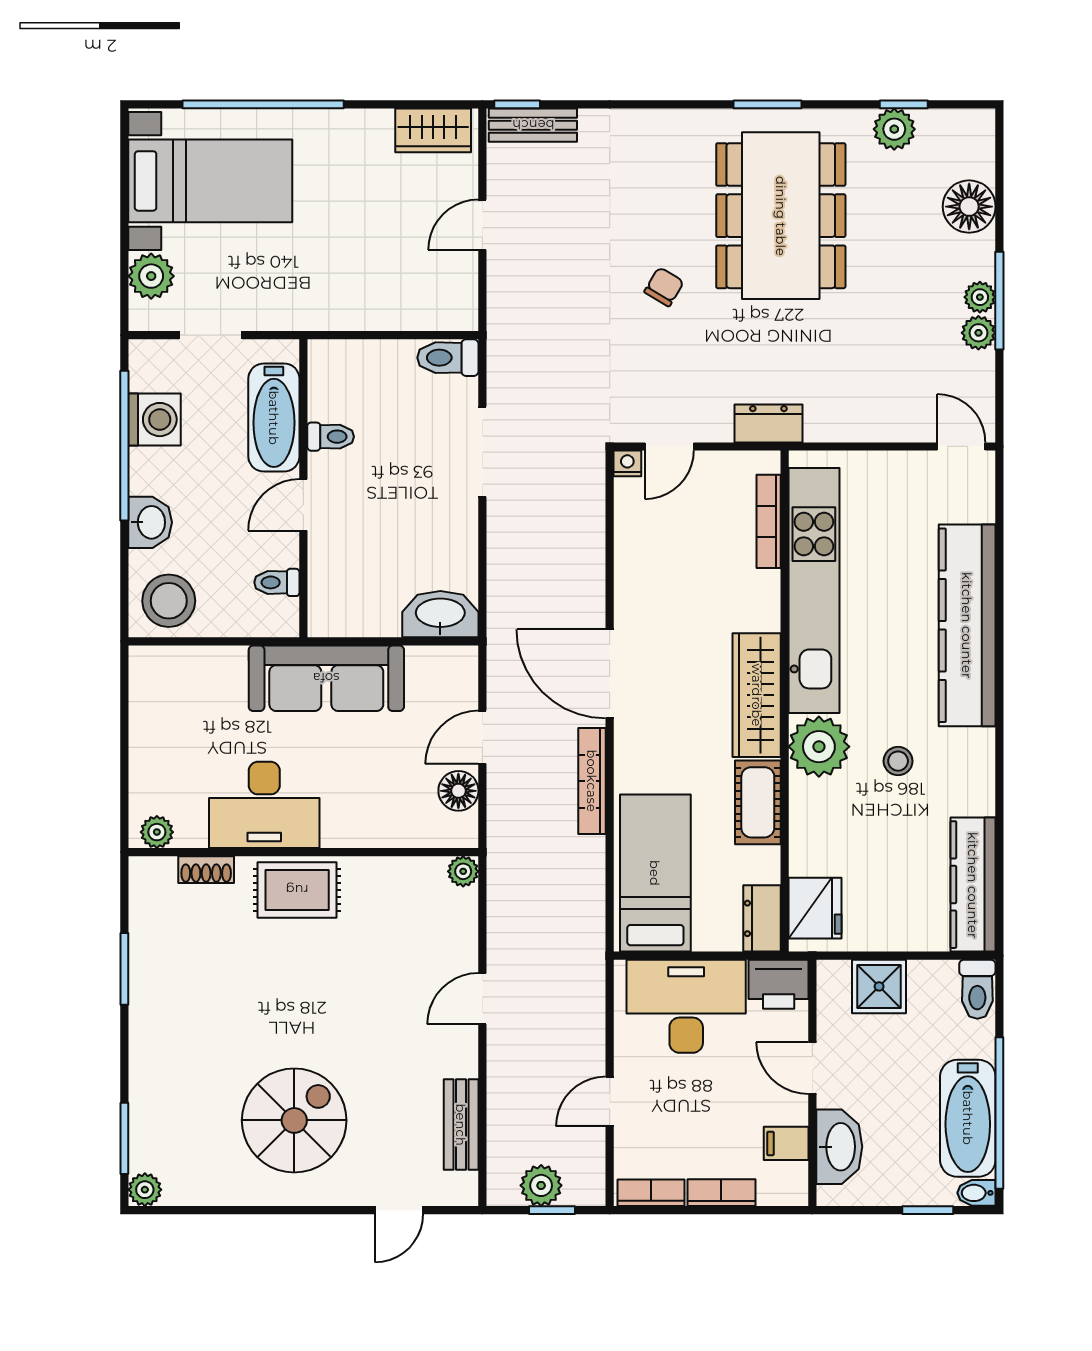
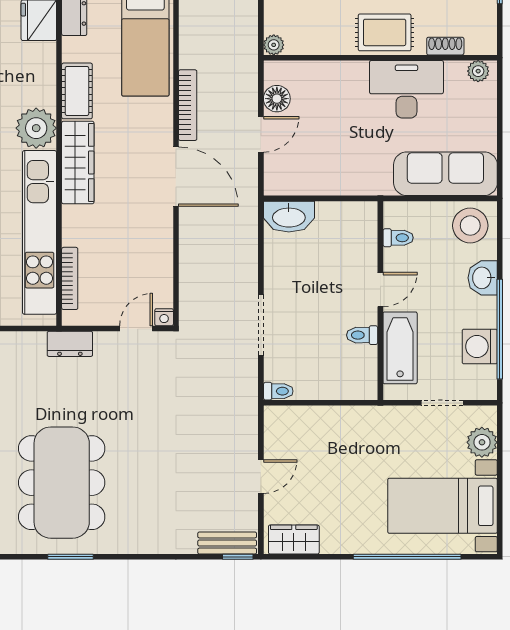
chair: (664, 287) -> (140, 435), removed
toilet: (448, 358) -> (278, 391), width x0.73, depth x0.72
sofa: (326, 678) -> (445, 174), moved

